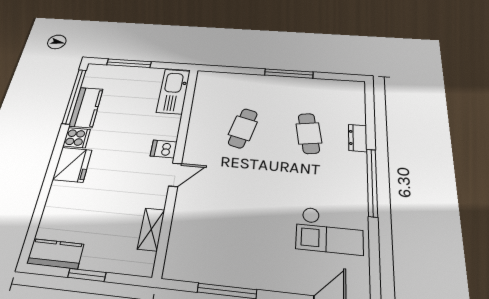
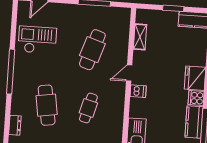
cafe table: (309, 133) -> (47, 105), width x1.37, depth x1.35
dresser: (358, 138) -> (15, 125), moved
cafe table: (234, 212) -> (92, 50), added

